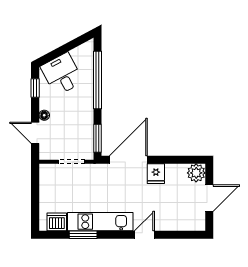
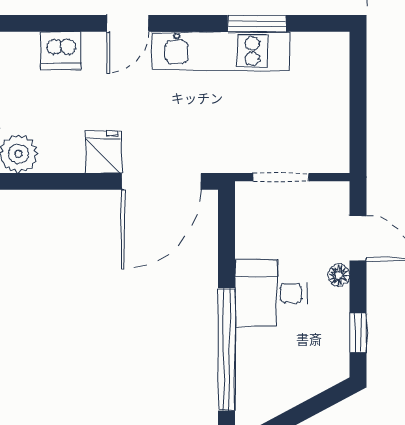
desk: (62, 74) -> (271, 293), moved, turned 118
window: (97, 138) -> (227, 227), removed
dishwasher: (57, 222) -> (61, 51), moved

